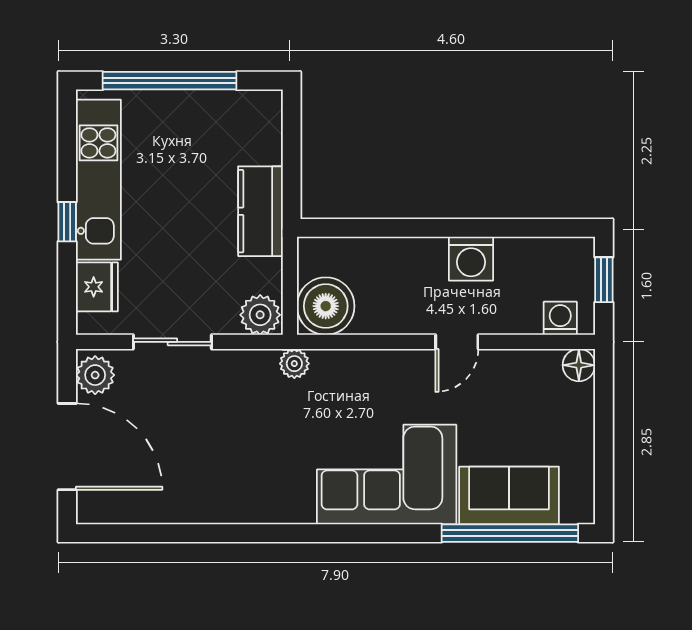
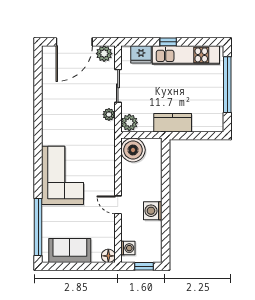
plant: (294, 364) -> (109, 114), moved
sofa: (509, 495) -> (70, 251), moved, turned -90

